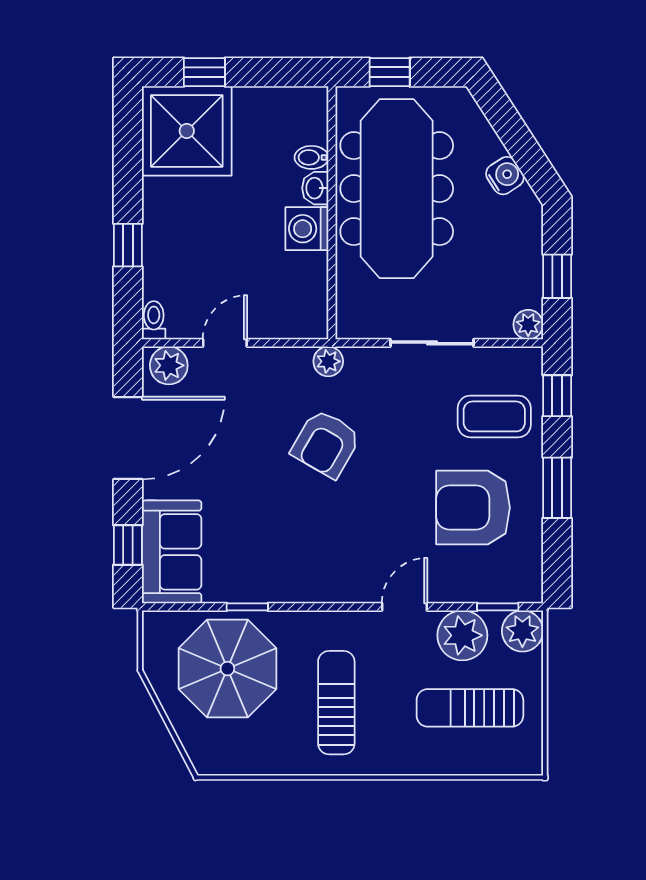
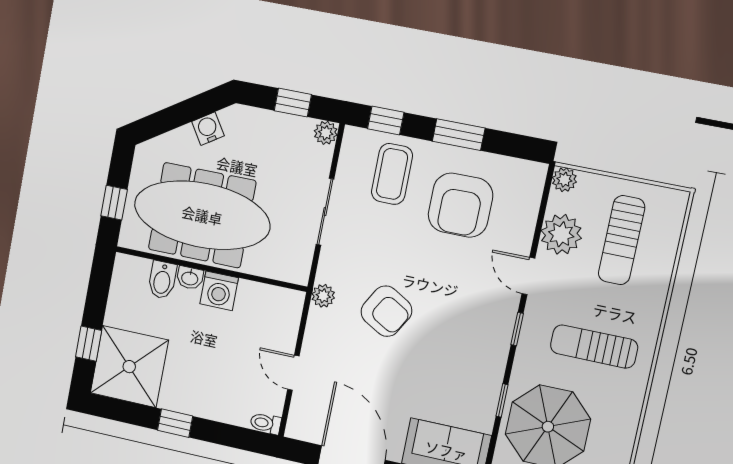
bidet: (311, 157) -> (162, 280), width x1.38, depth x1.36
window: (128, 245) -> (175, 423), moved
plant: (169, 365) -> (302, 419), removed
window: (498, 607) -> (517, 329), moved
plant: (522, 631) -> (564, 180), width x0.73, depth x0.73

